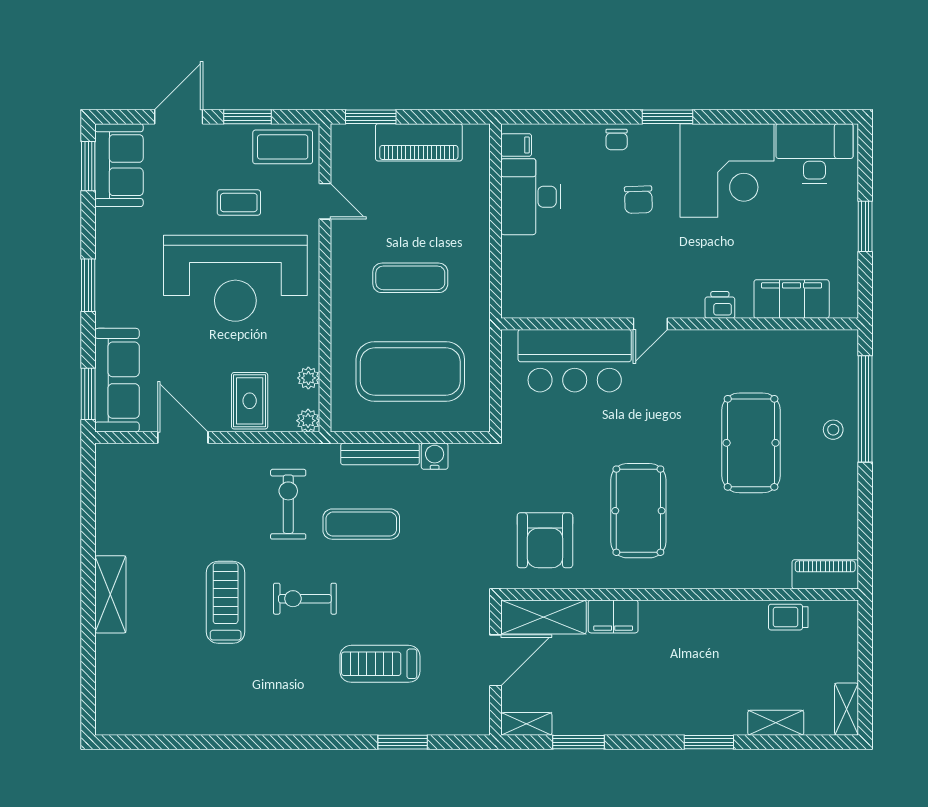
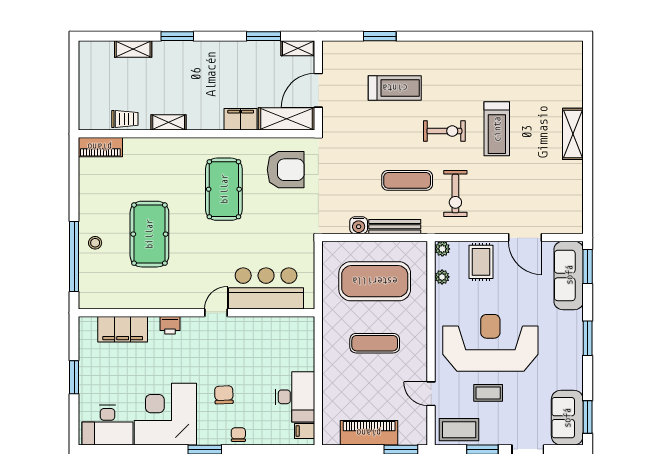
armchair: (545, 540) -> (286, 170), turned 90
shelving: (847, 709) -> (169, 122), moved, turned 90

